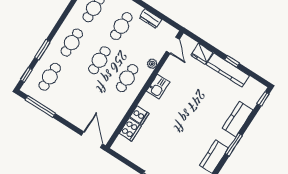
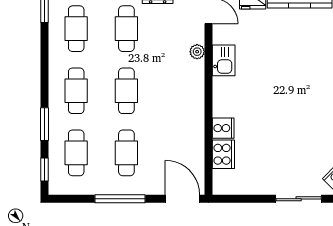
cafe table: (127, 78) -> (126, 153), moved
kitchen sink: (158, 87) -> (224, 60), moved
window: (40, 106) -> (120, 199), moved

